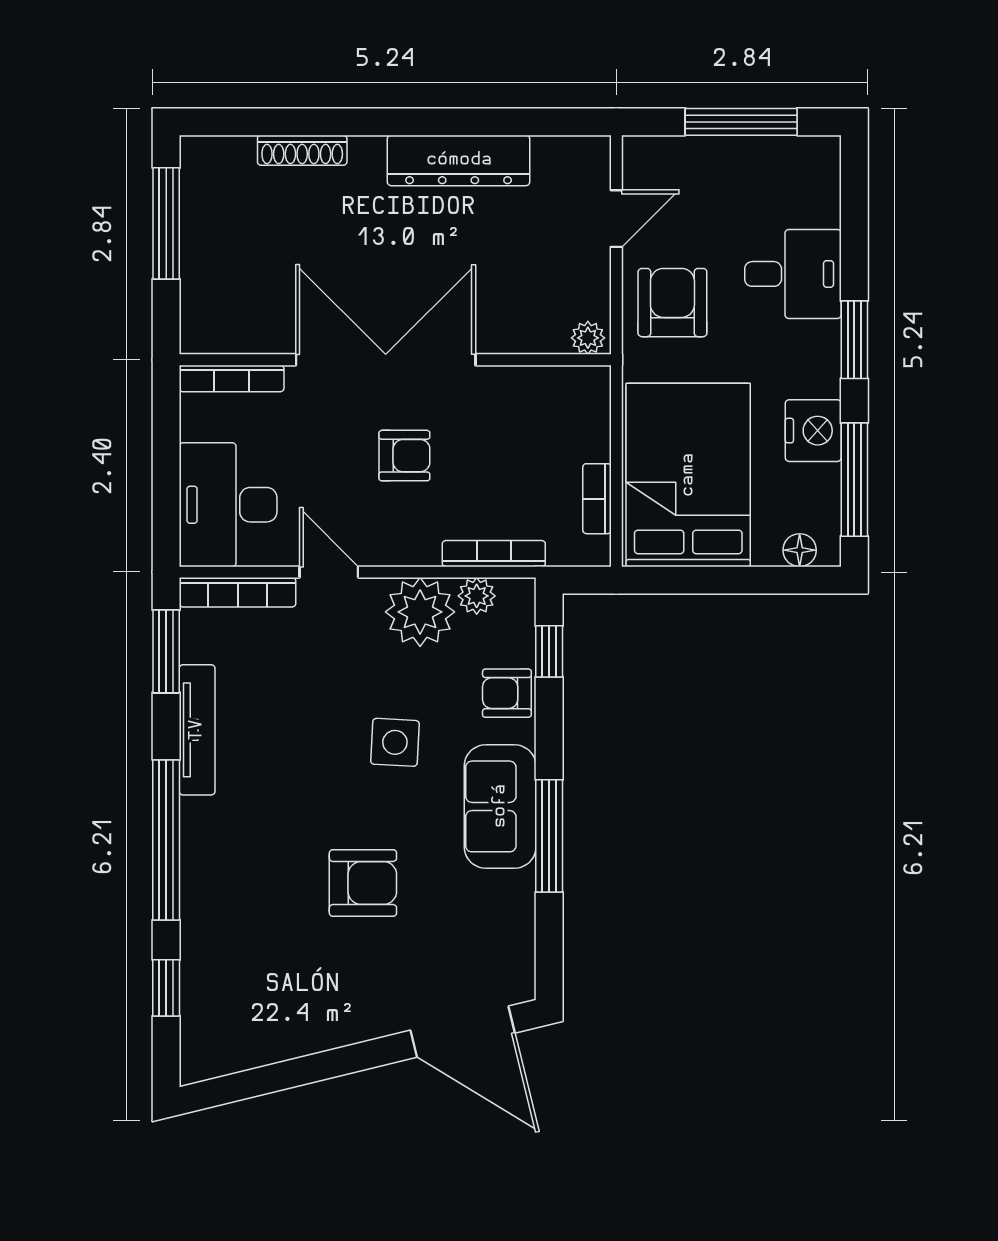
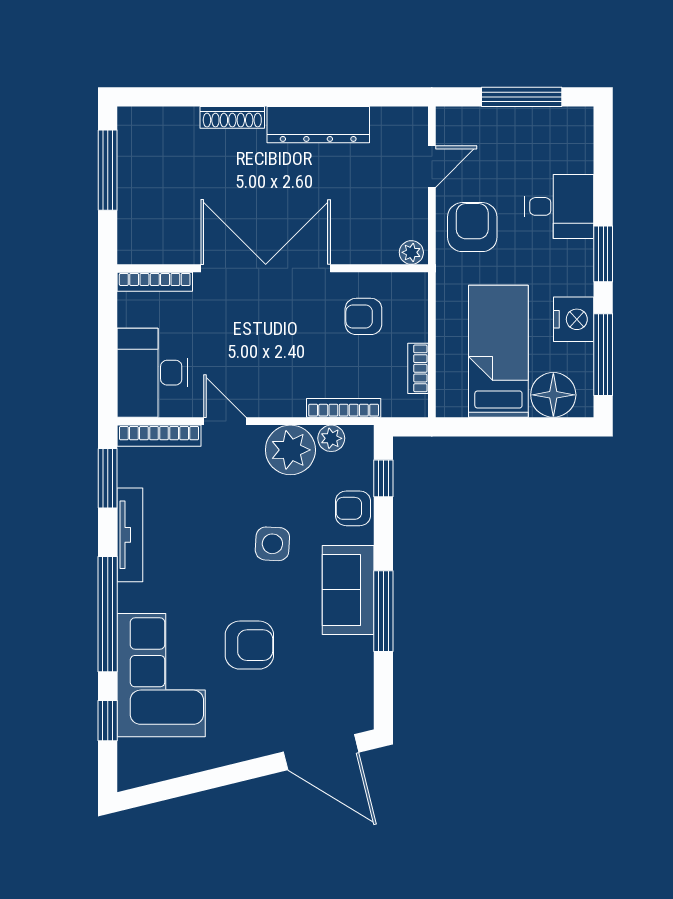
shoe rack: (302, 150) -> (232, 117), moved
armchair: (404, 456) -> (363, 316), moved, turned 180
bed: (688, 475) -> (498, 351), width x0.67
floor lamp: (800, 550) -> (553, 395), width x1.89, depth x1.89
corner sofa: (241, 925) -> (161, 675), added

